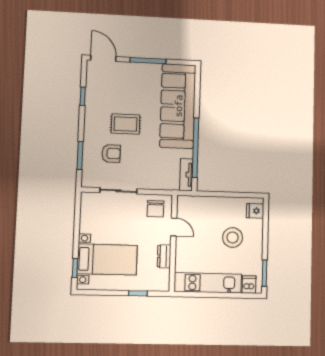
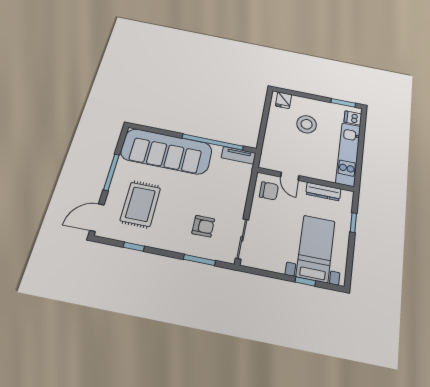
rug: (126, 124) -> (140, 204), moved, width x1.36, depth x1.43
armchair: (111, 153) -> (203, 226), turned 90
sliding door: (118, 191) -> (242, 239), moved
door: (174, 227) -> (290, 176), swing flipped
dresser: (164, 256) -> (323, 192), width x1.44
window: (75, 268) -> (305, 281), moved

